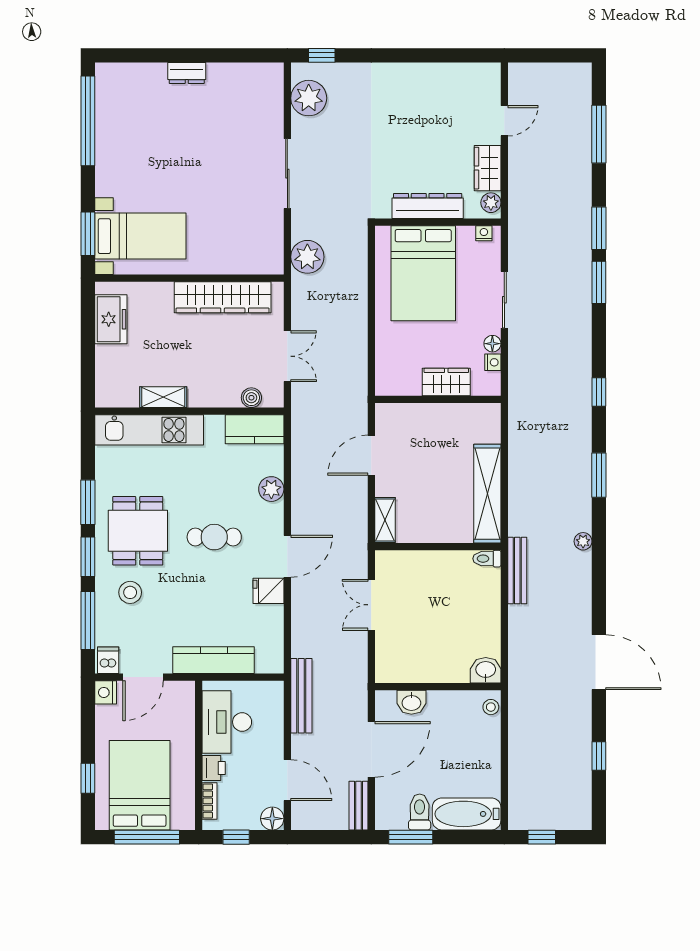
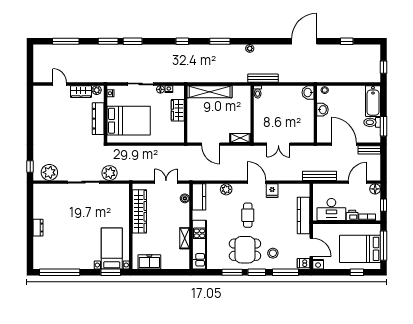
plant: (307, 257) -> (110, 173), moved
shelving: (487, 494) -> (210, 92), moved
washbasin: (411, 702) -> (323, 110), moved

